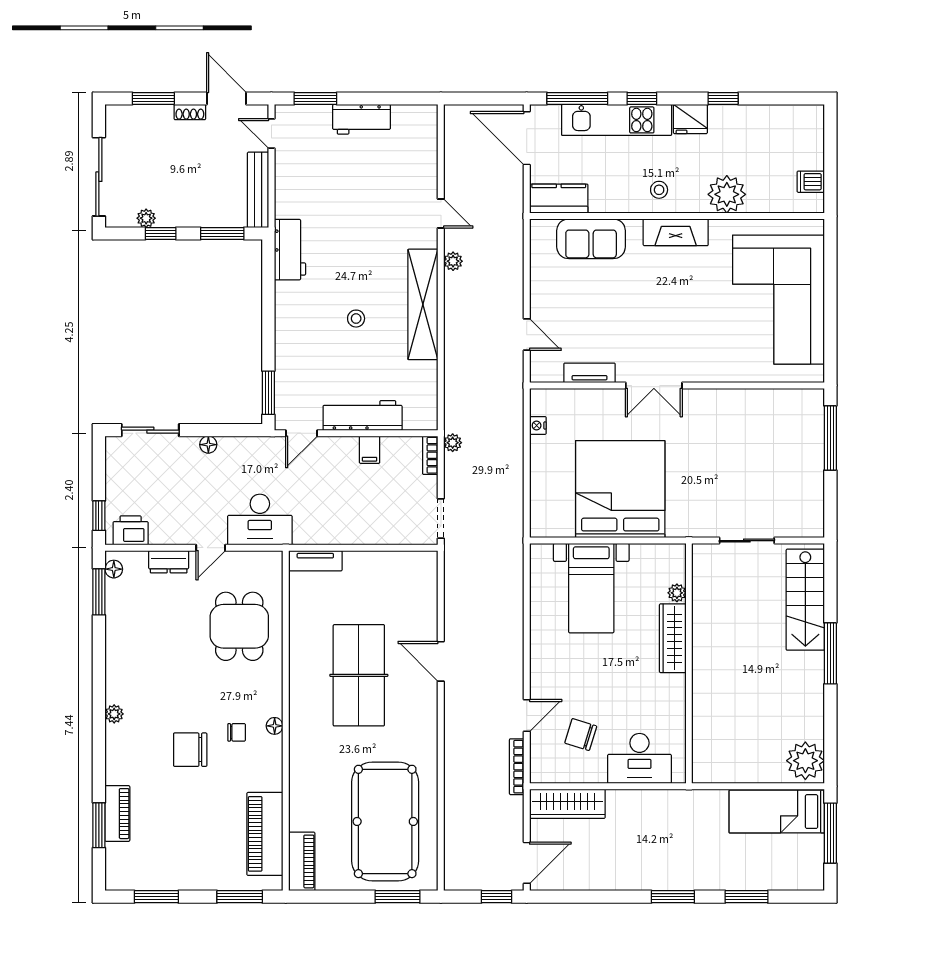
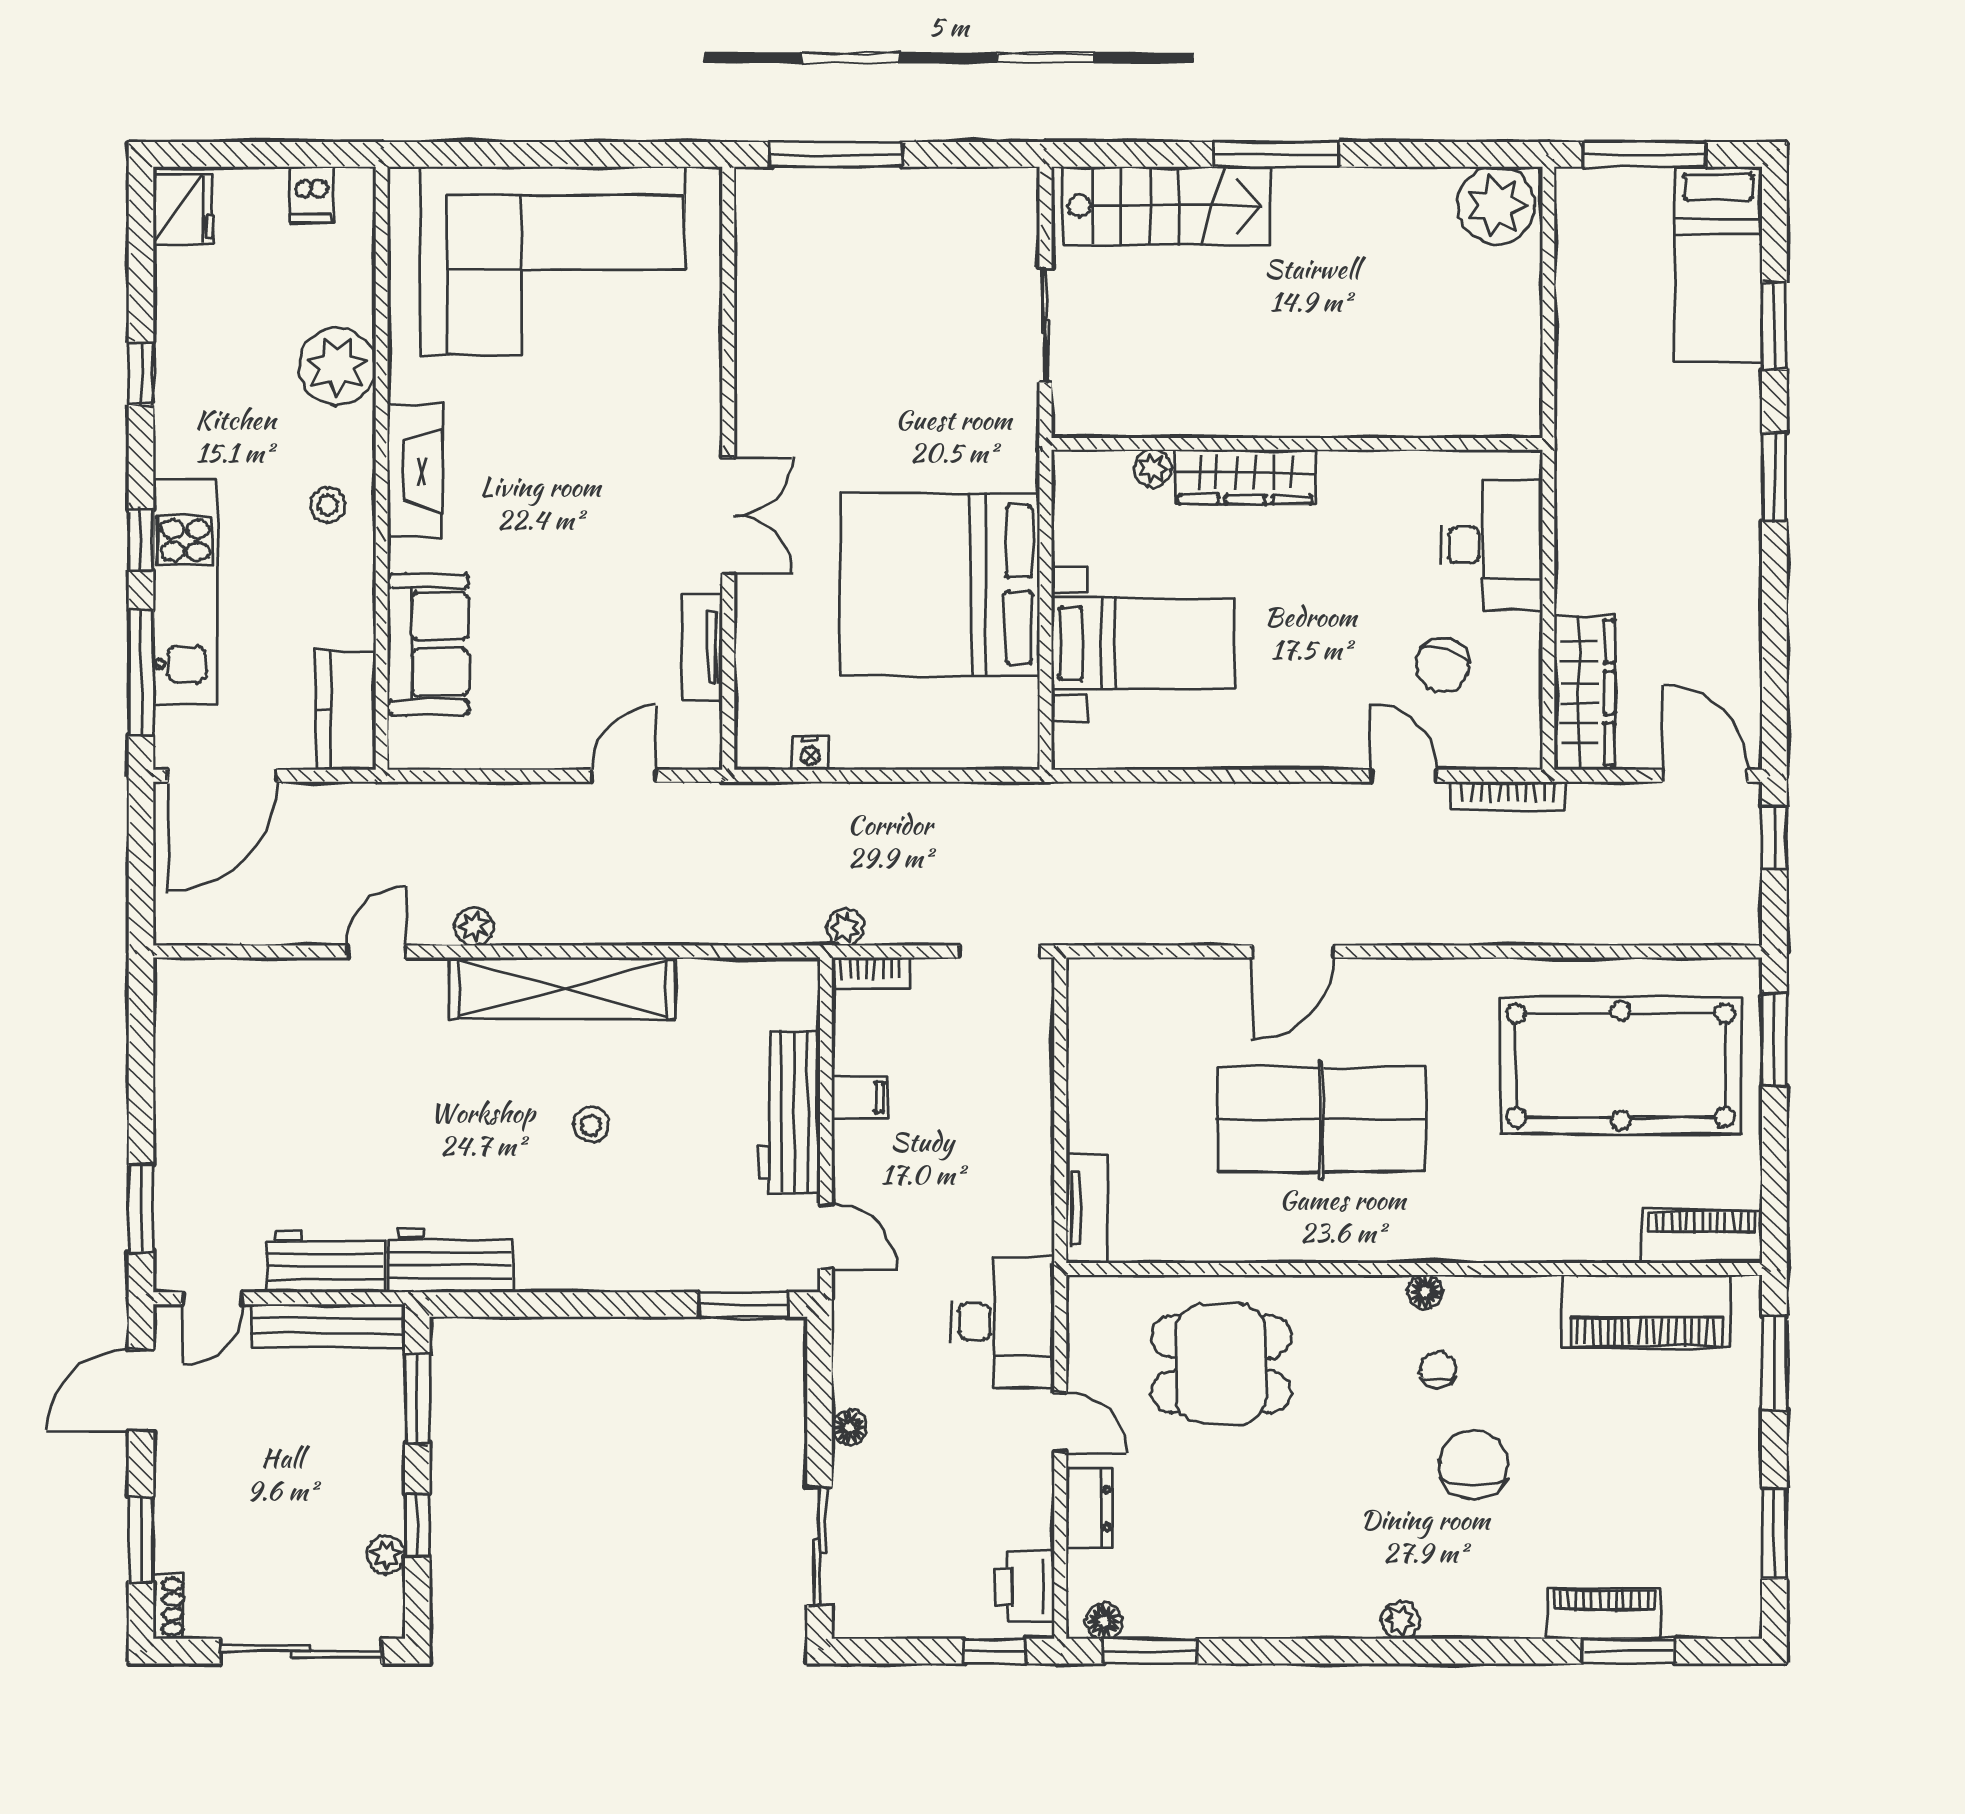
shoe rack: (190, 112) -> (169, 1607), moved
workbench: (362, 119) -> (326, 1262), moved, turned -90
fridge: (690, 119) -> (183, 209), moved
chair: (190, 750) -> (1474, 1464), turned 180
bed: (777, 812) -> (1718, 264), moved

